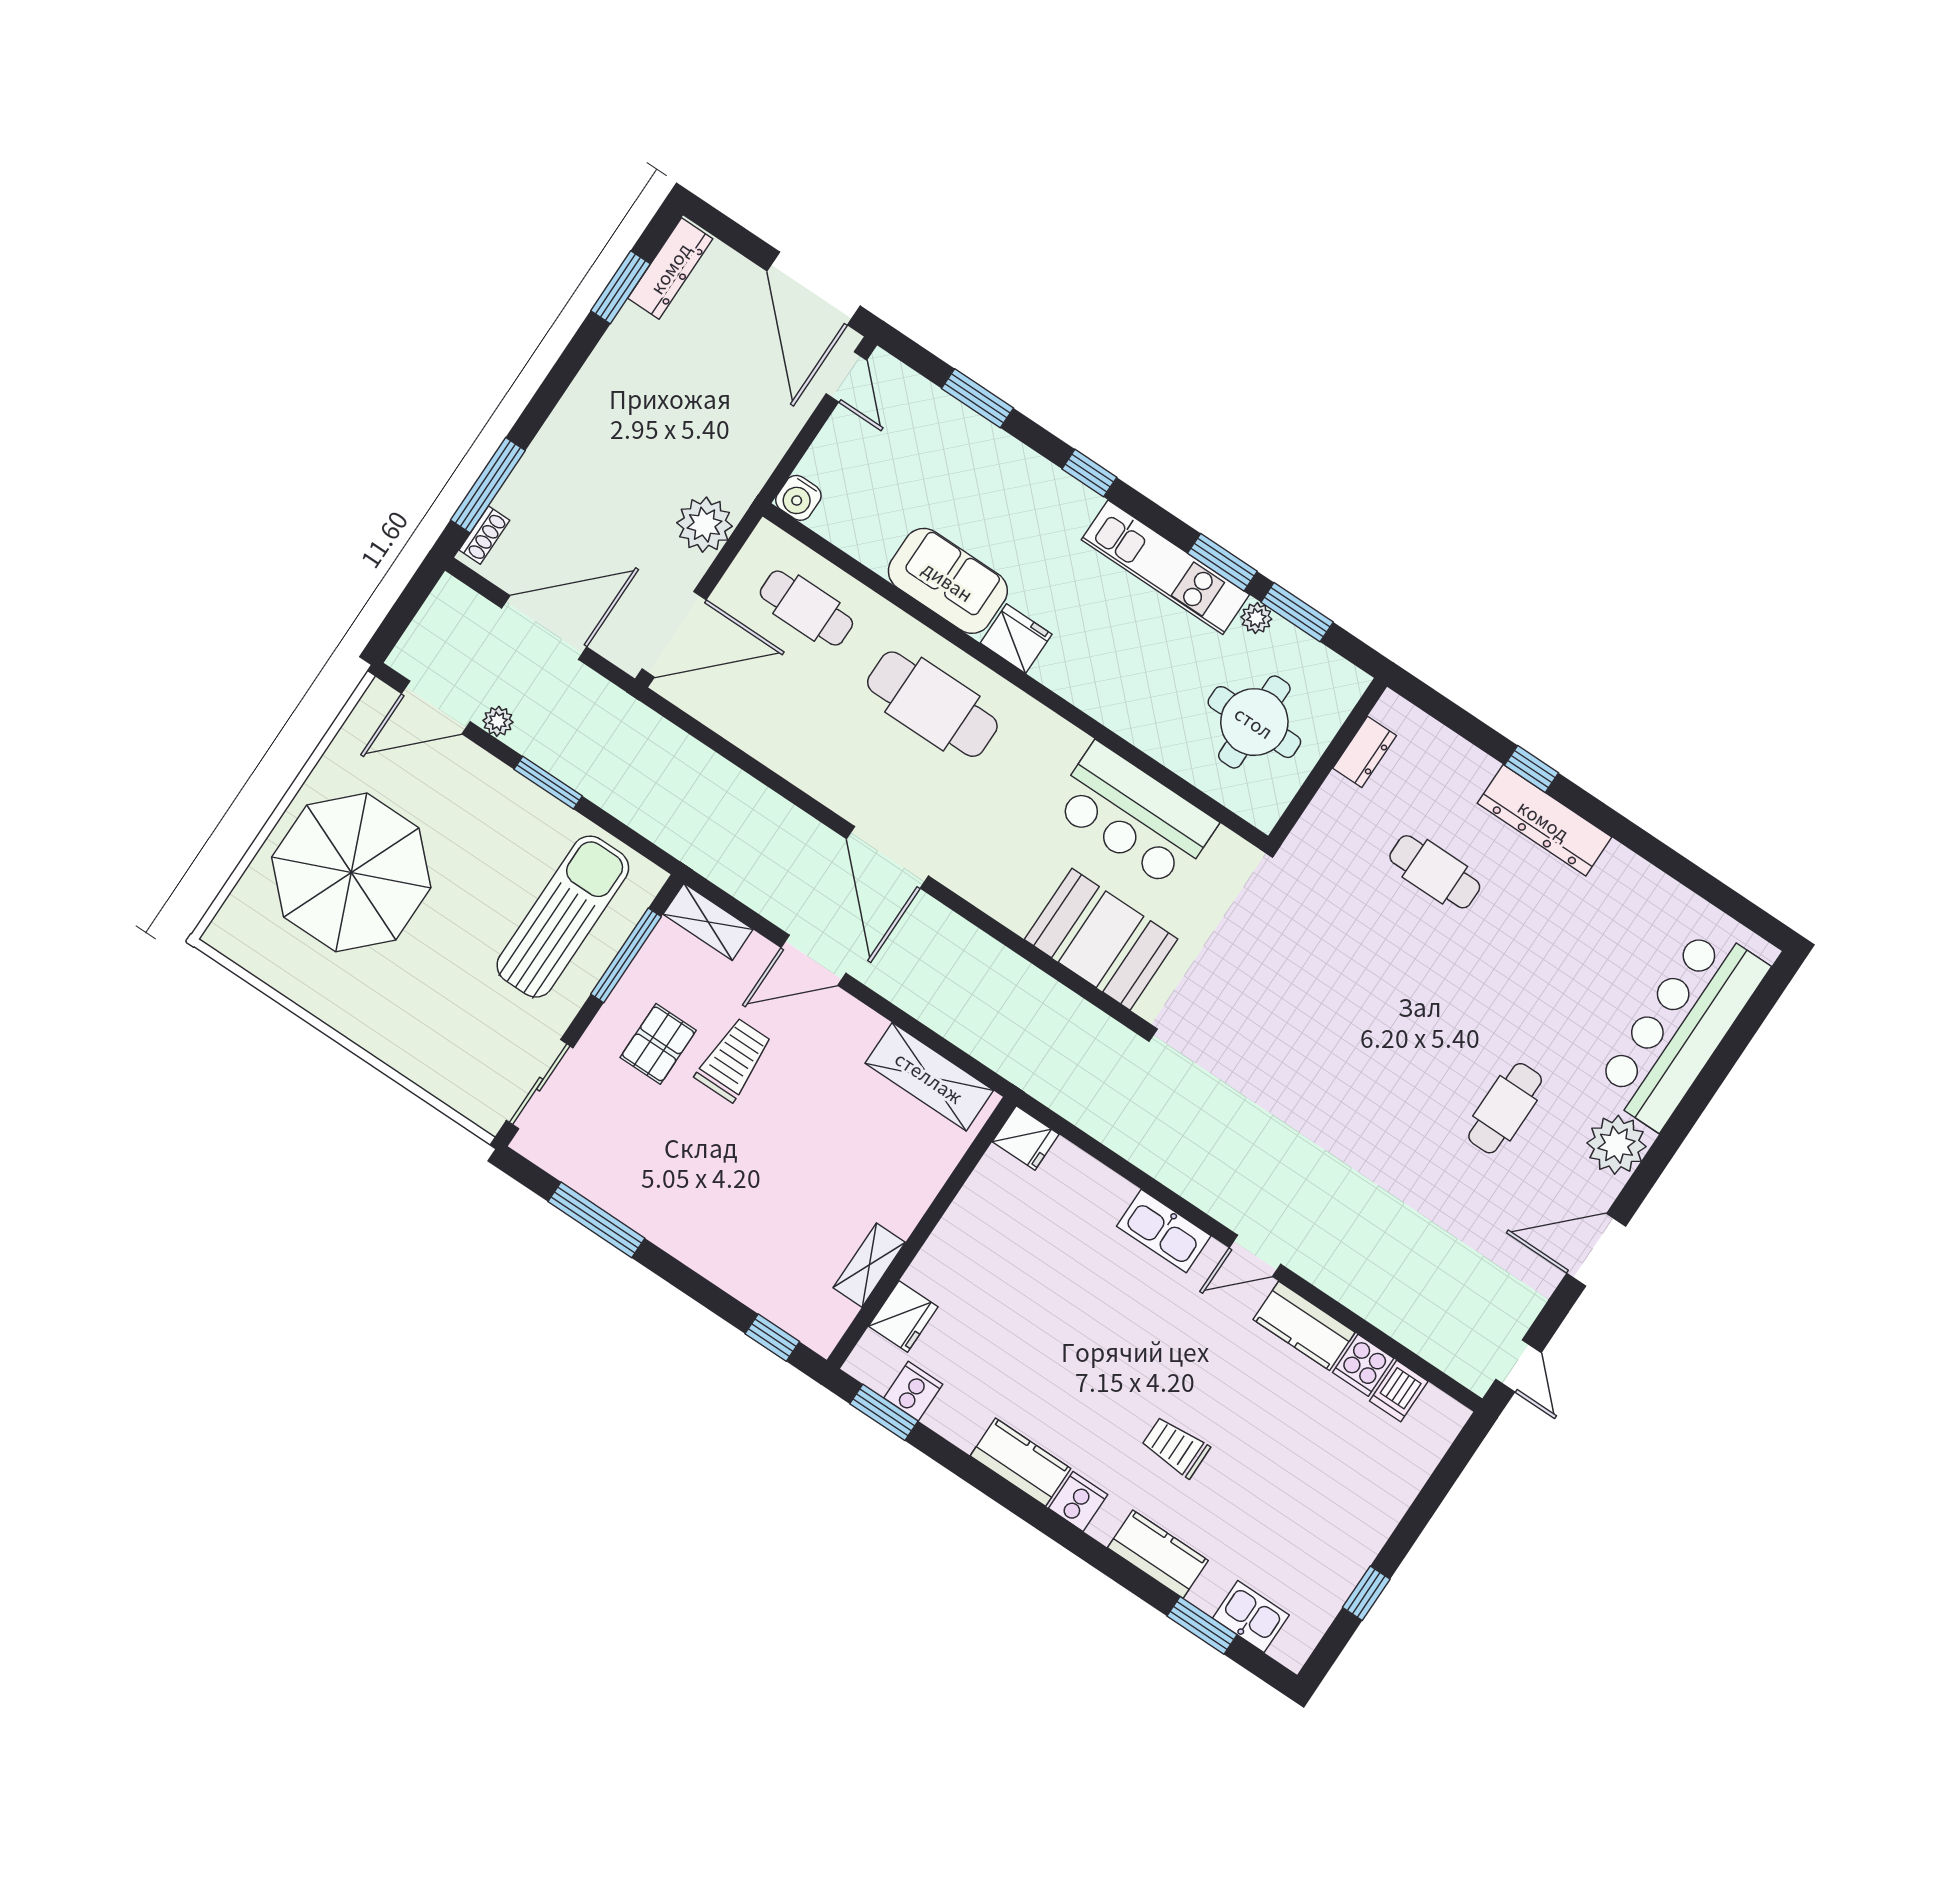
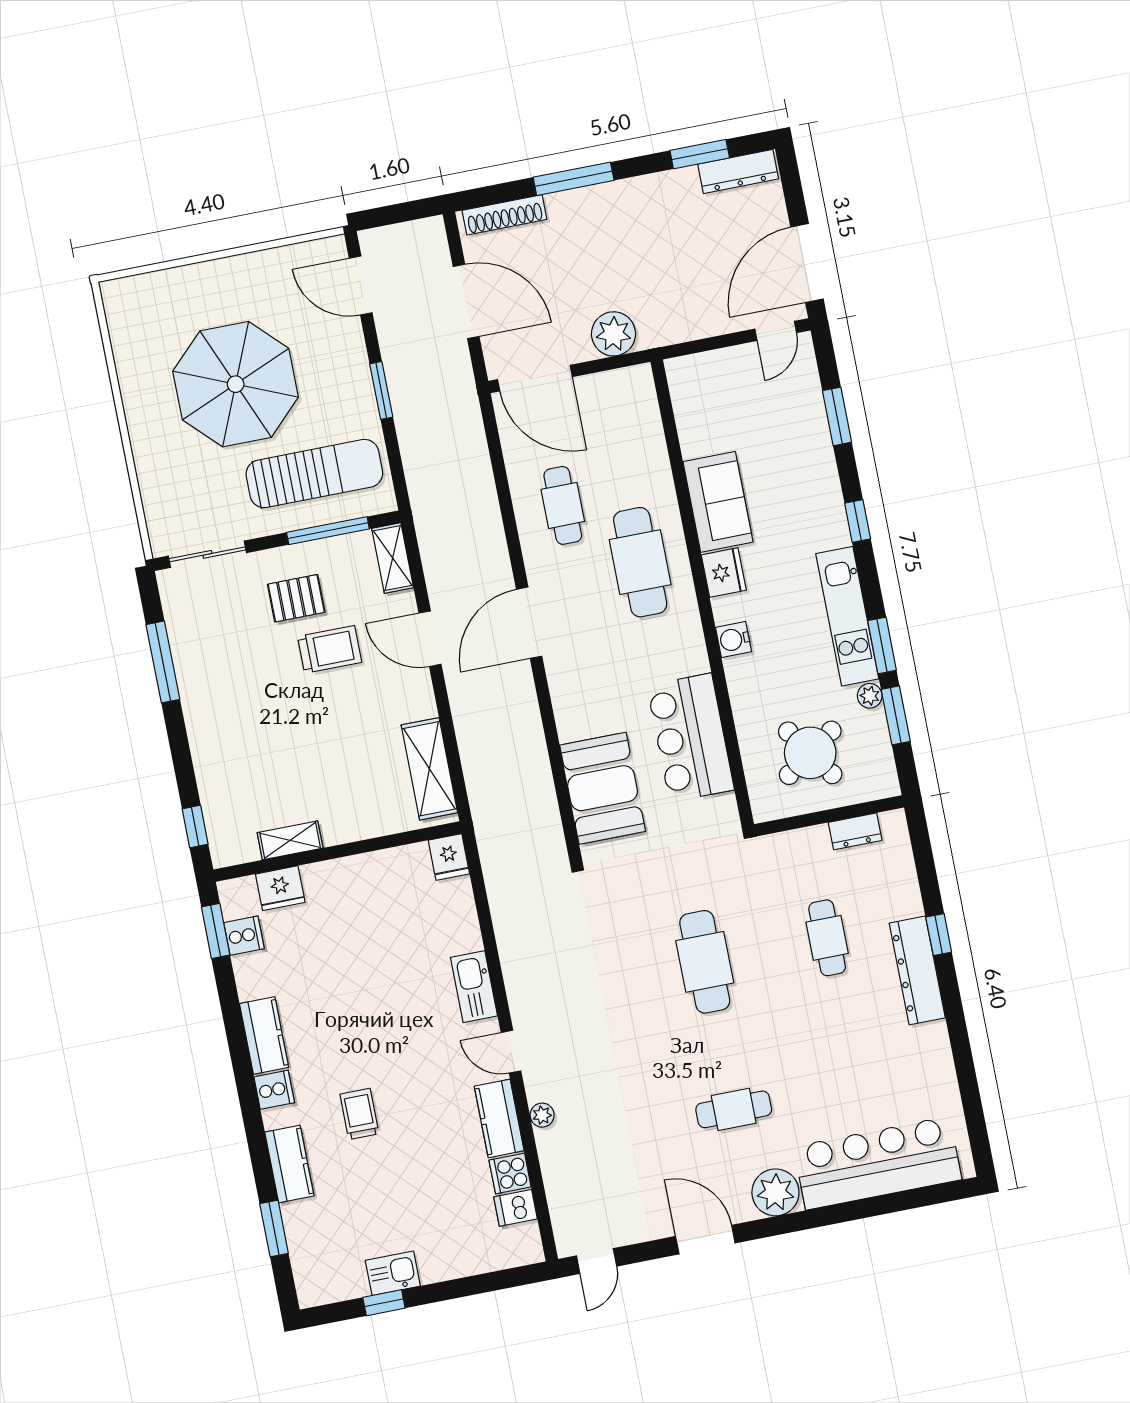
window: (488, 485) -> (574, 179), moved
water cooler: (798, 498) -> (734, 640), moved
shoe rack: (484, 535) -> (504, 215), width x1.94, depth x1.24
cafe table: (806, 608) -> (563, 505), moved
plant: (498, 721) -> (542, 1115), moved
round table: (1254, 722) -> (810, 753), turned -35
parasol: (351, 872) -> (236, 384), moved
cafe table: (1347, 1003) -> (705, 962), added
kitchen sink: (1251, 1617) -> (393, 1273), moved, turned -90

